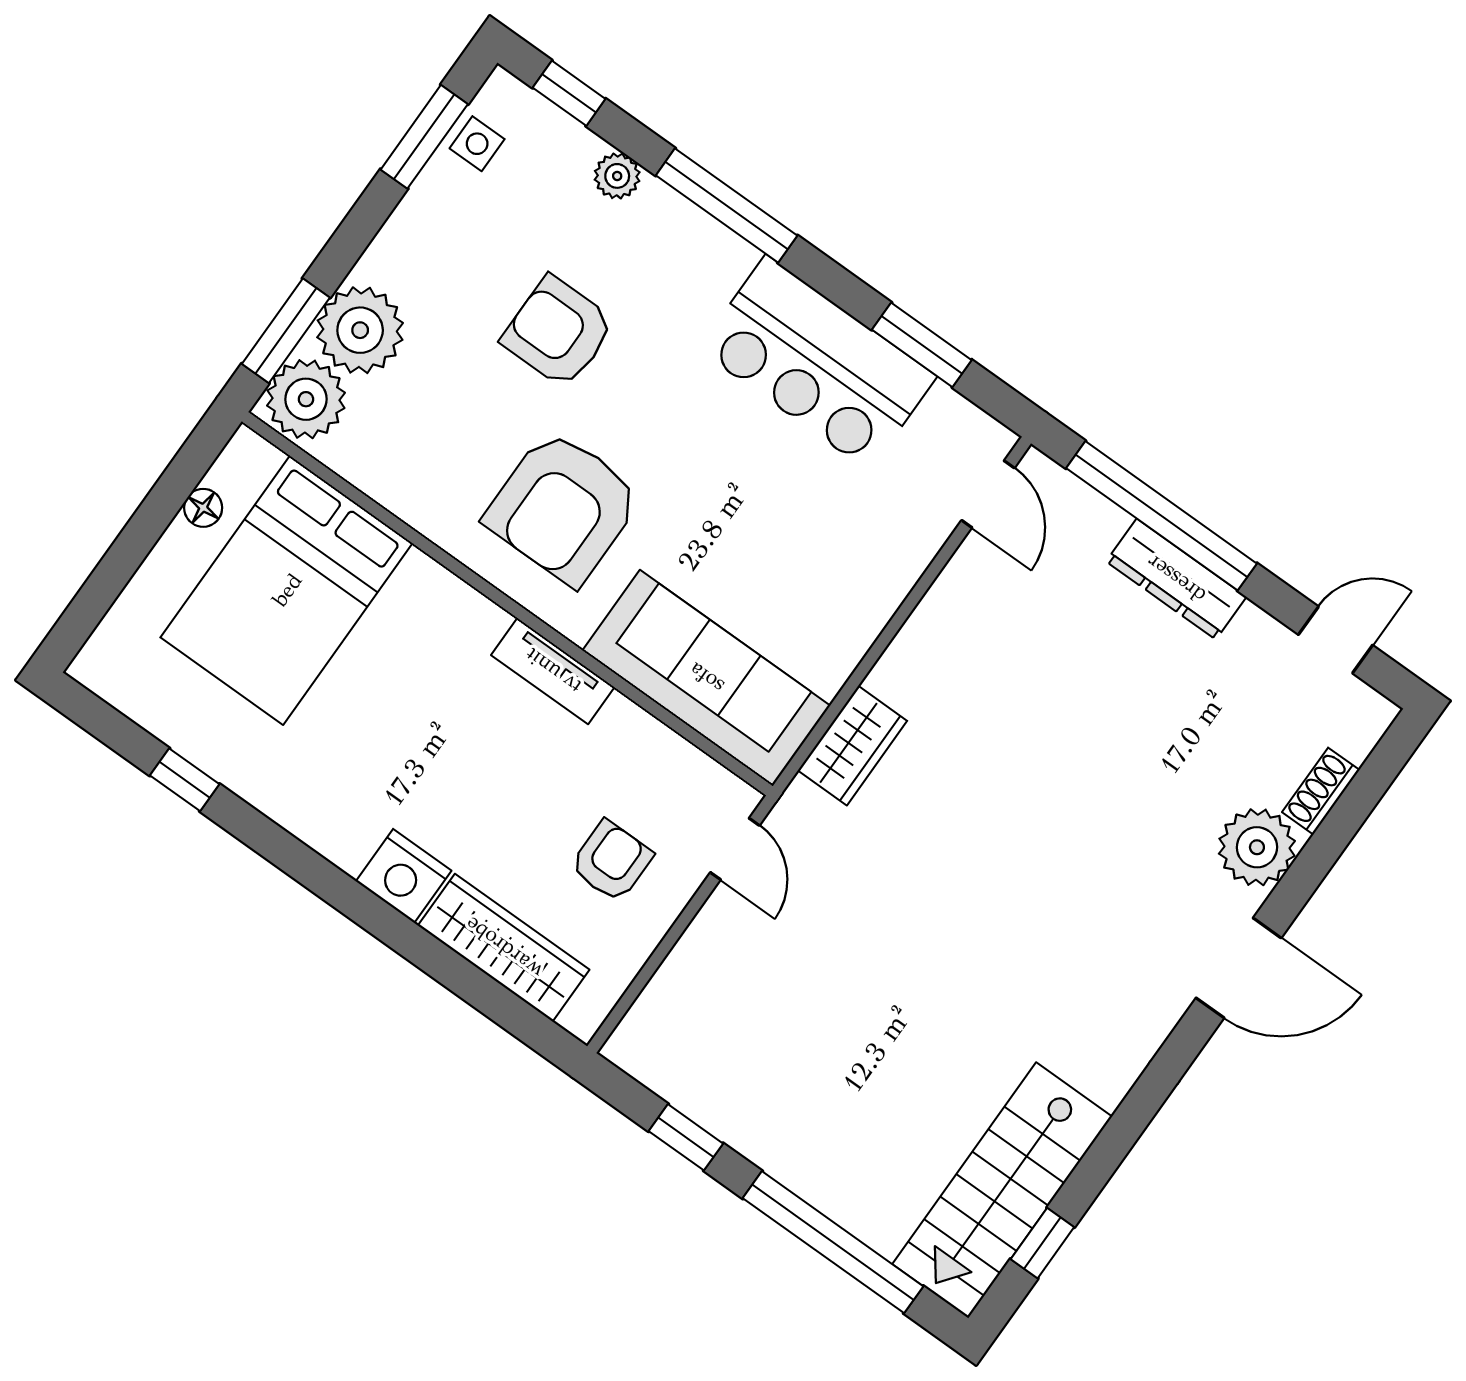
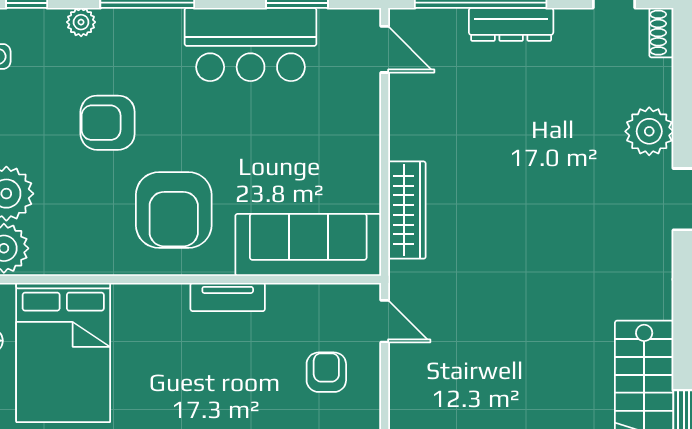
wardrobe: (852, 746) -> (407, 210), width x1.50
shoe rack: (1321, 791) -> (661, 33), moved

